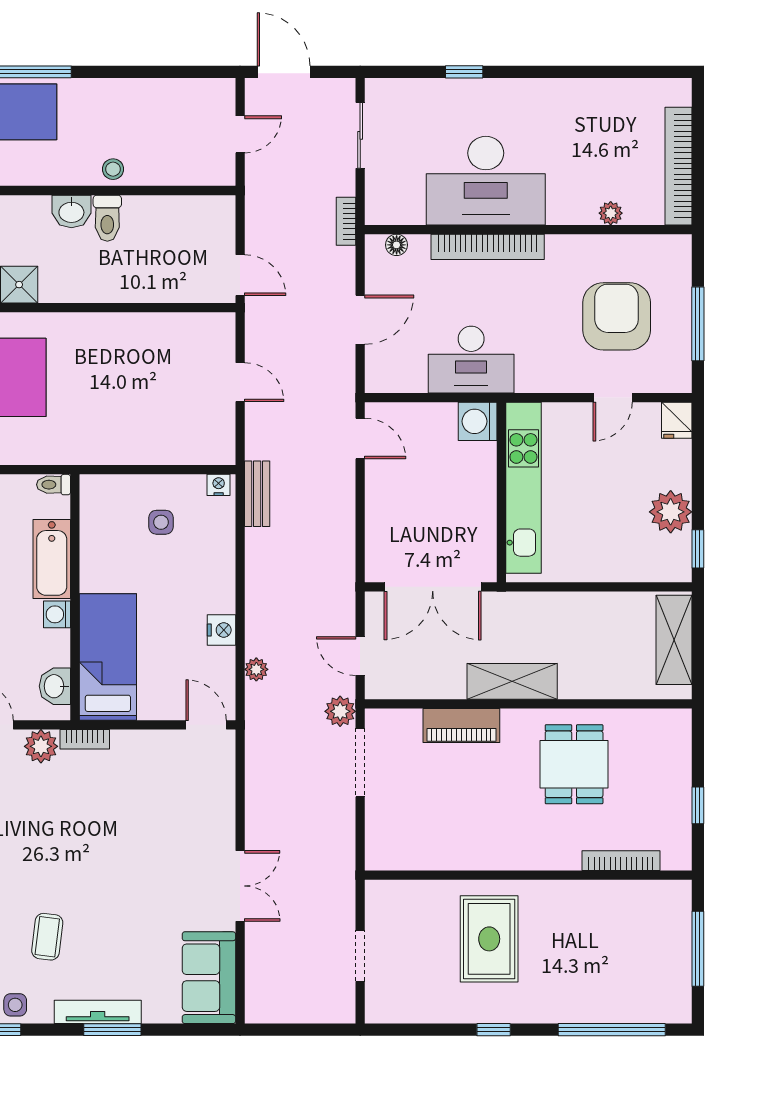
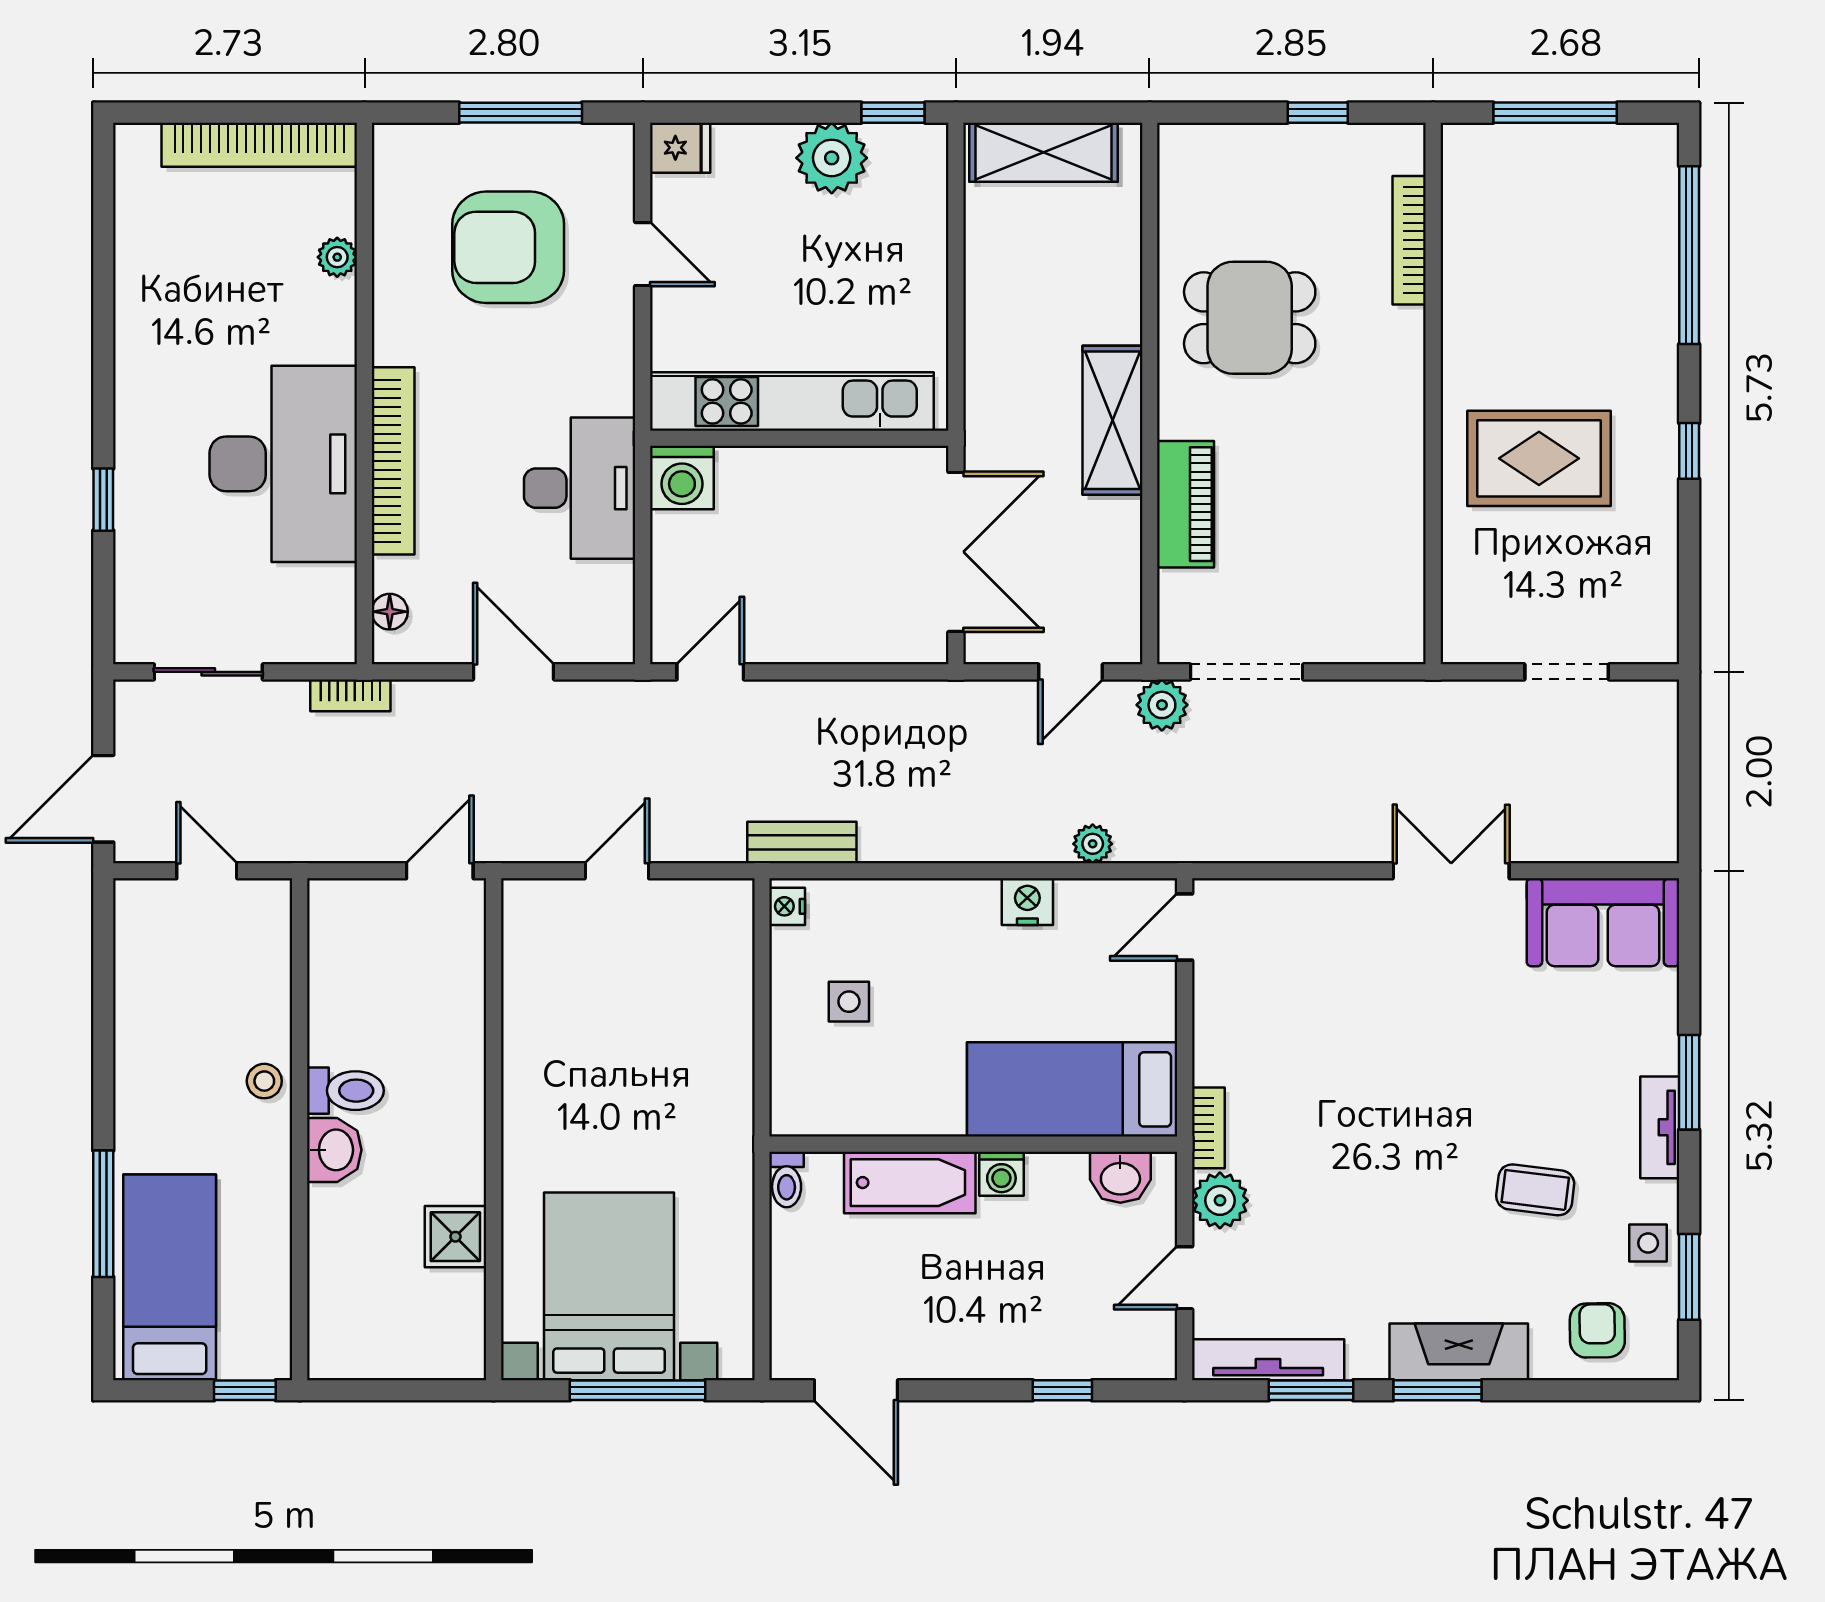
tv unit: (98, 1012) -> (1660, 1127), width x0.71

